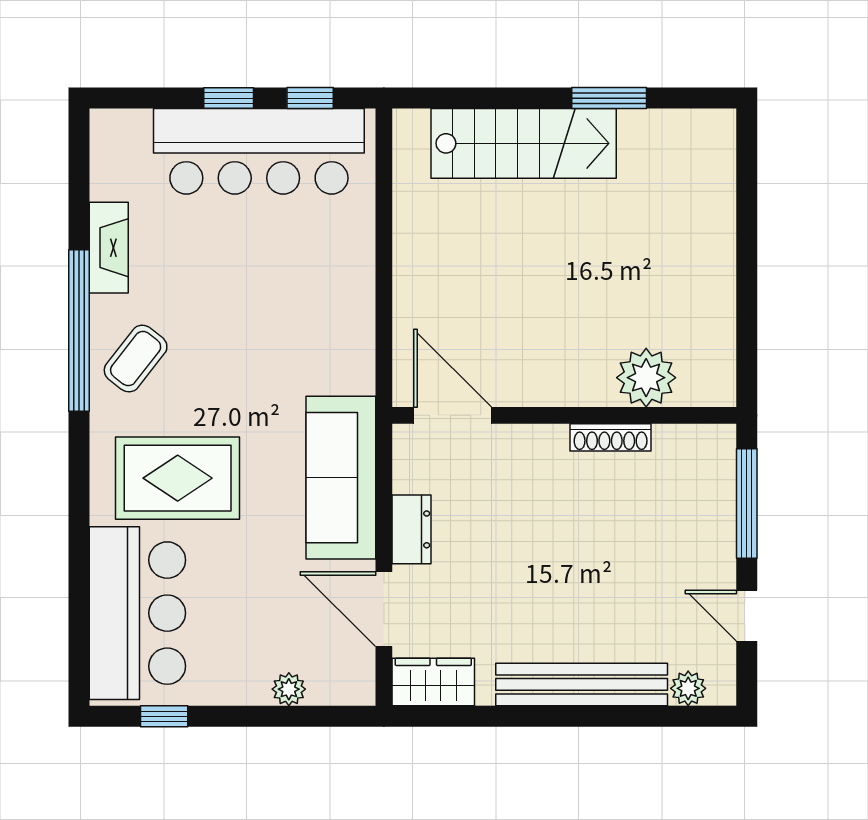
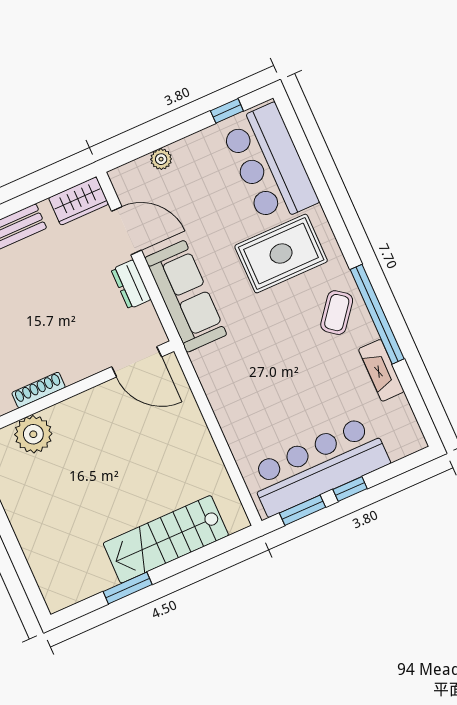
window: (310, 98) -> (303, 510), width x1.50

